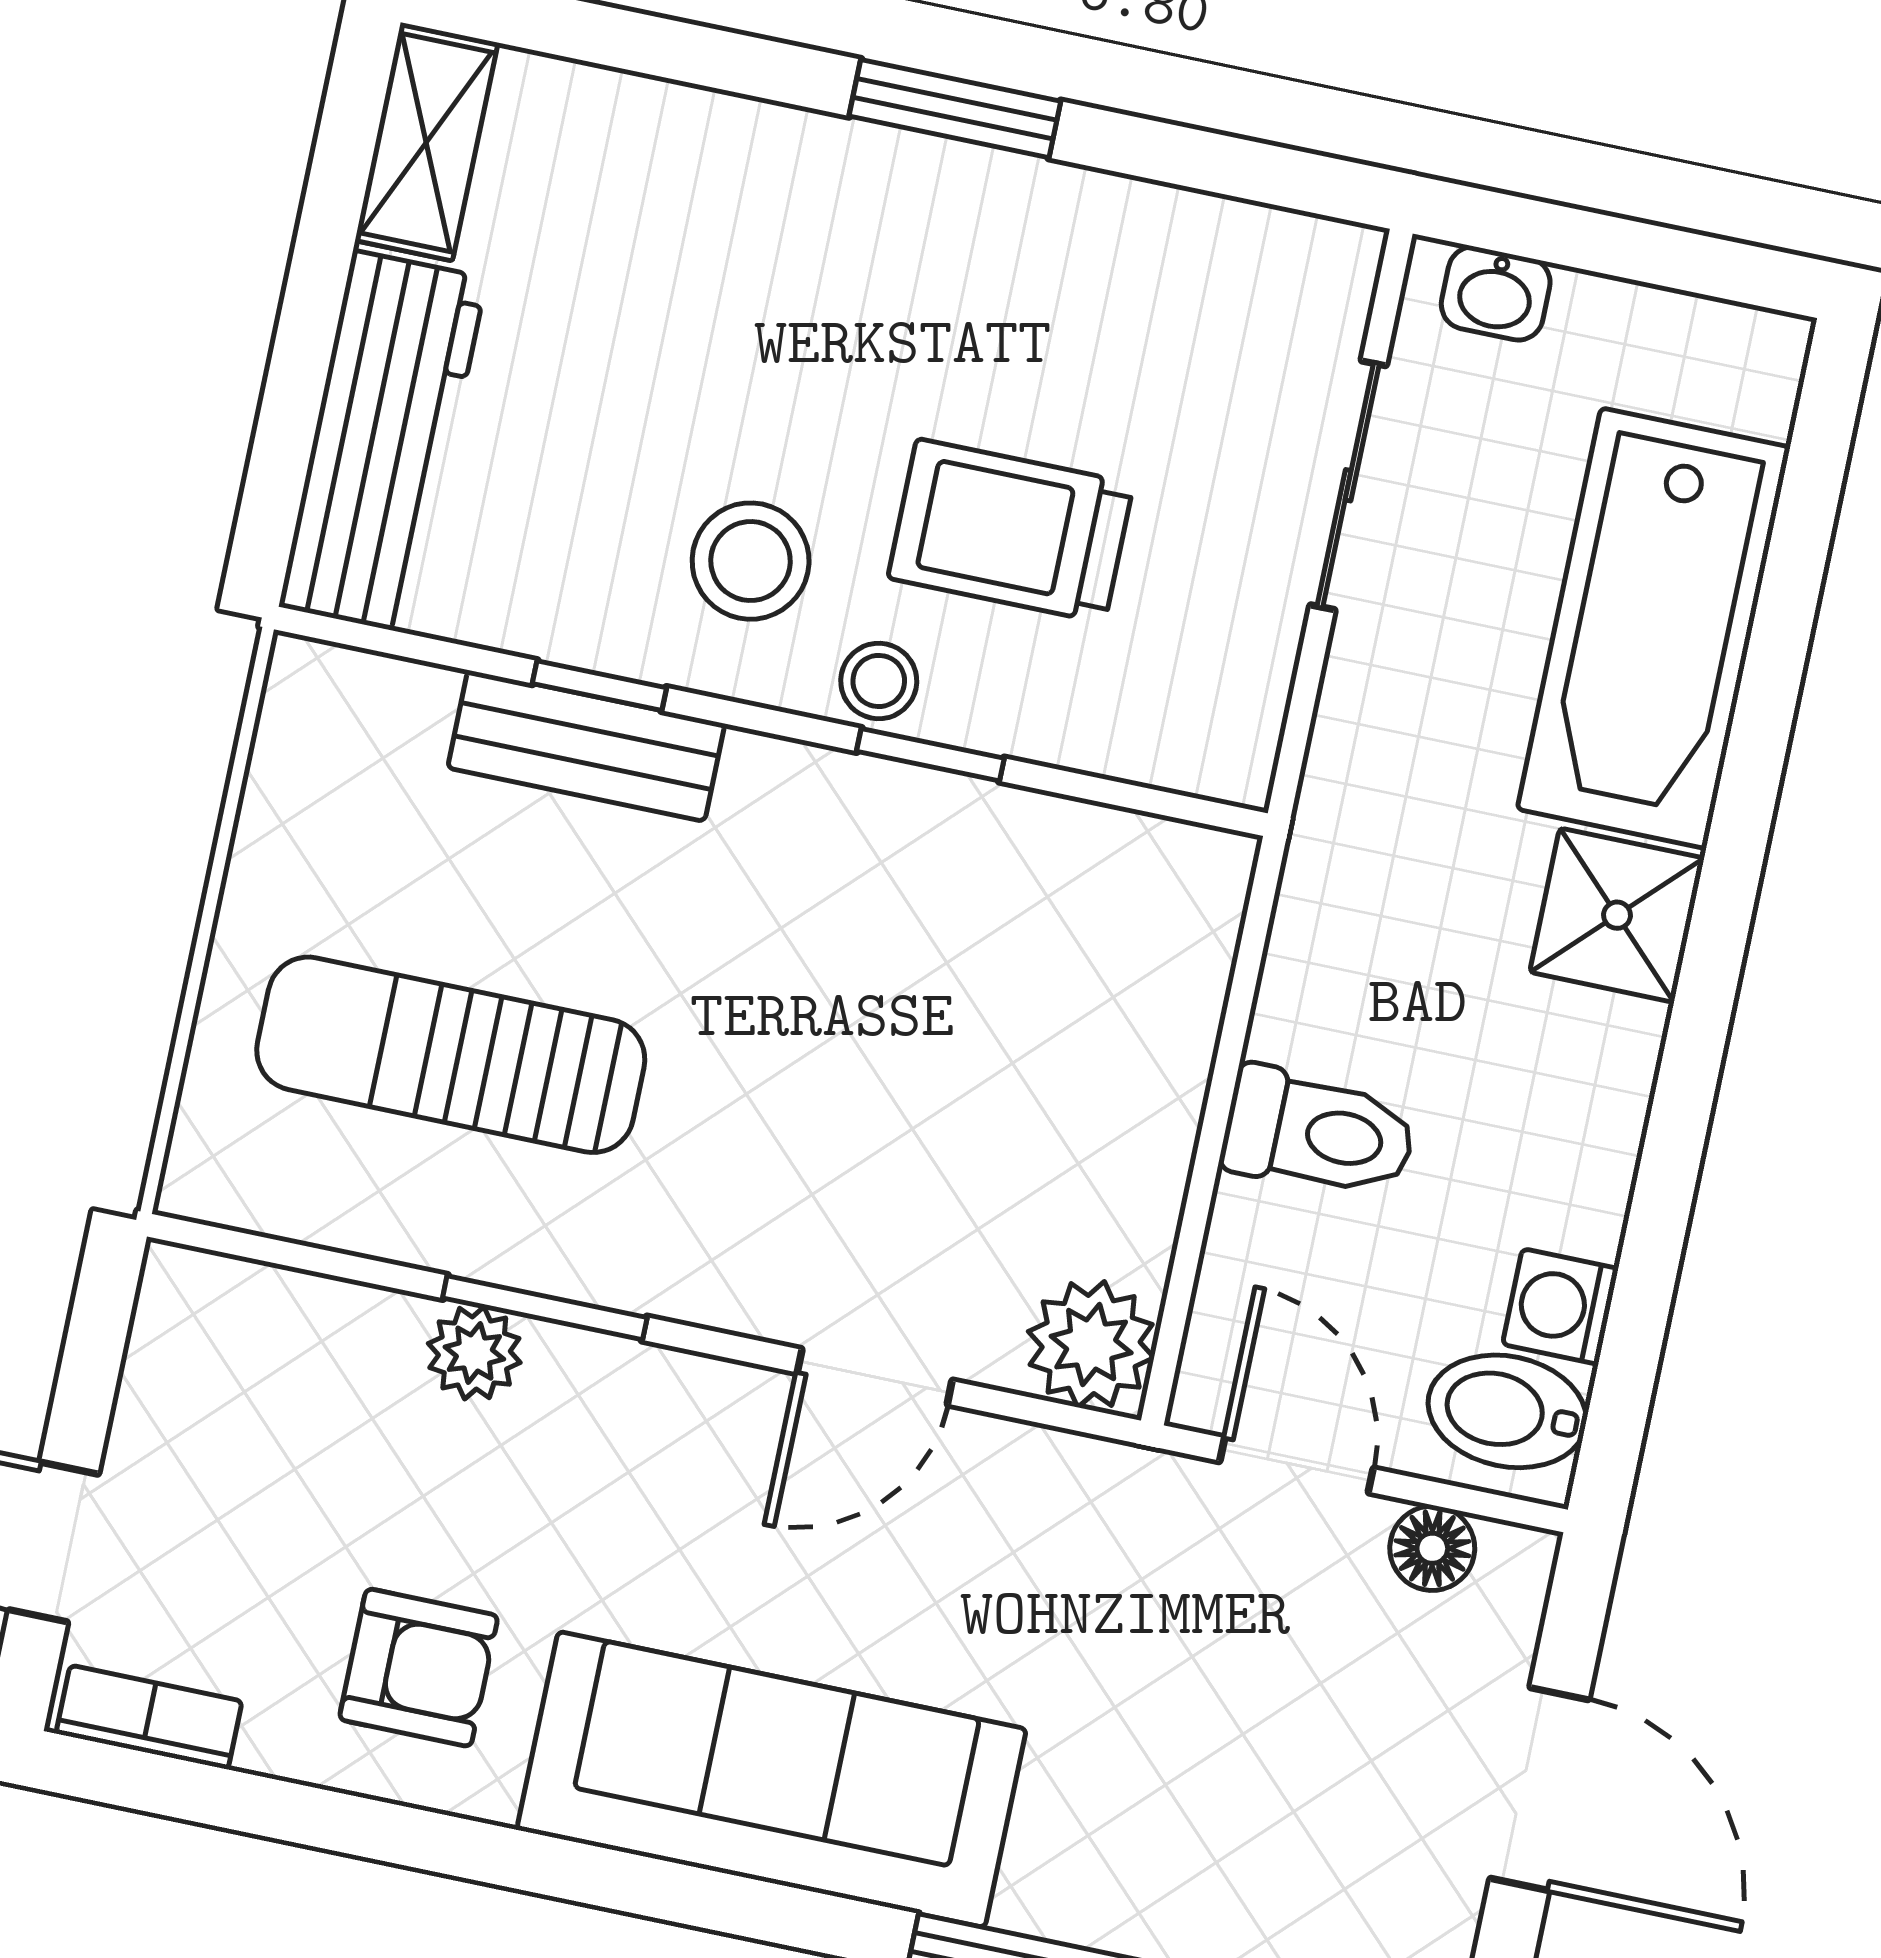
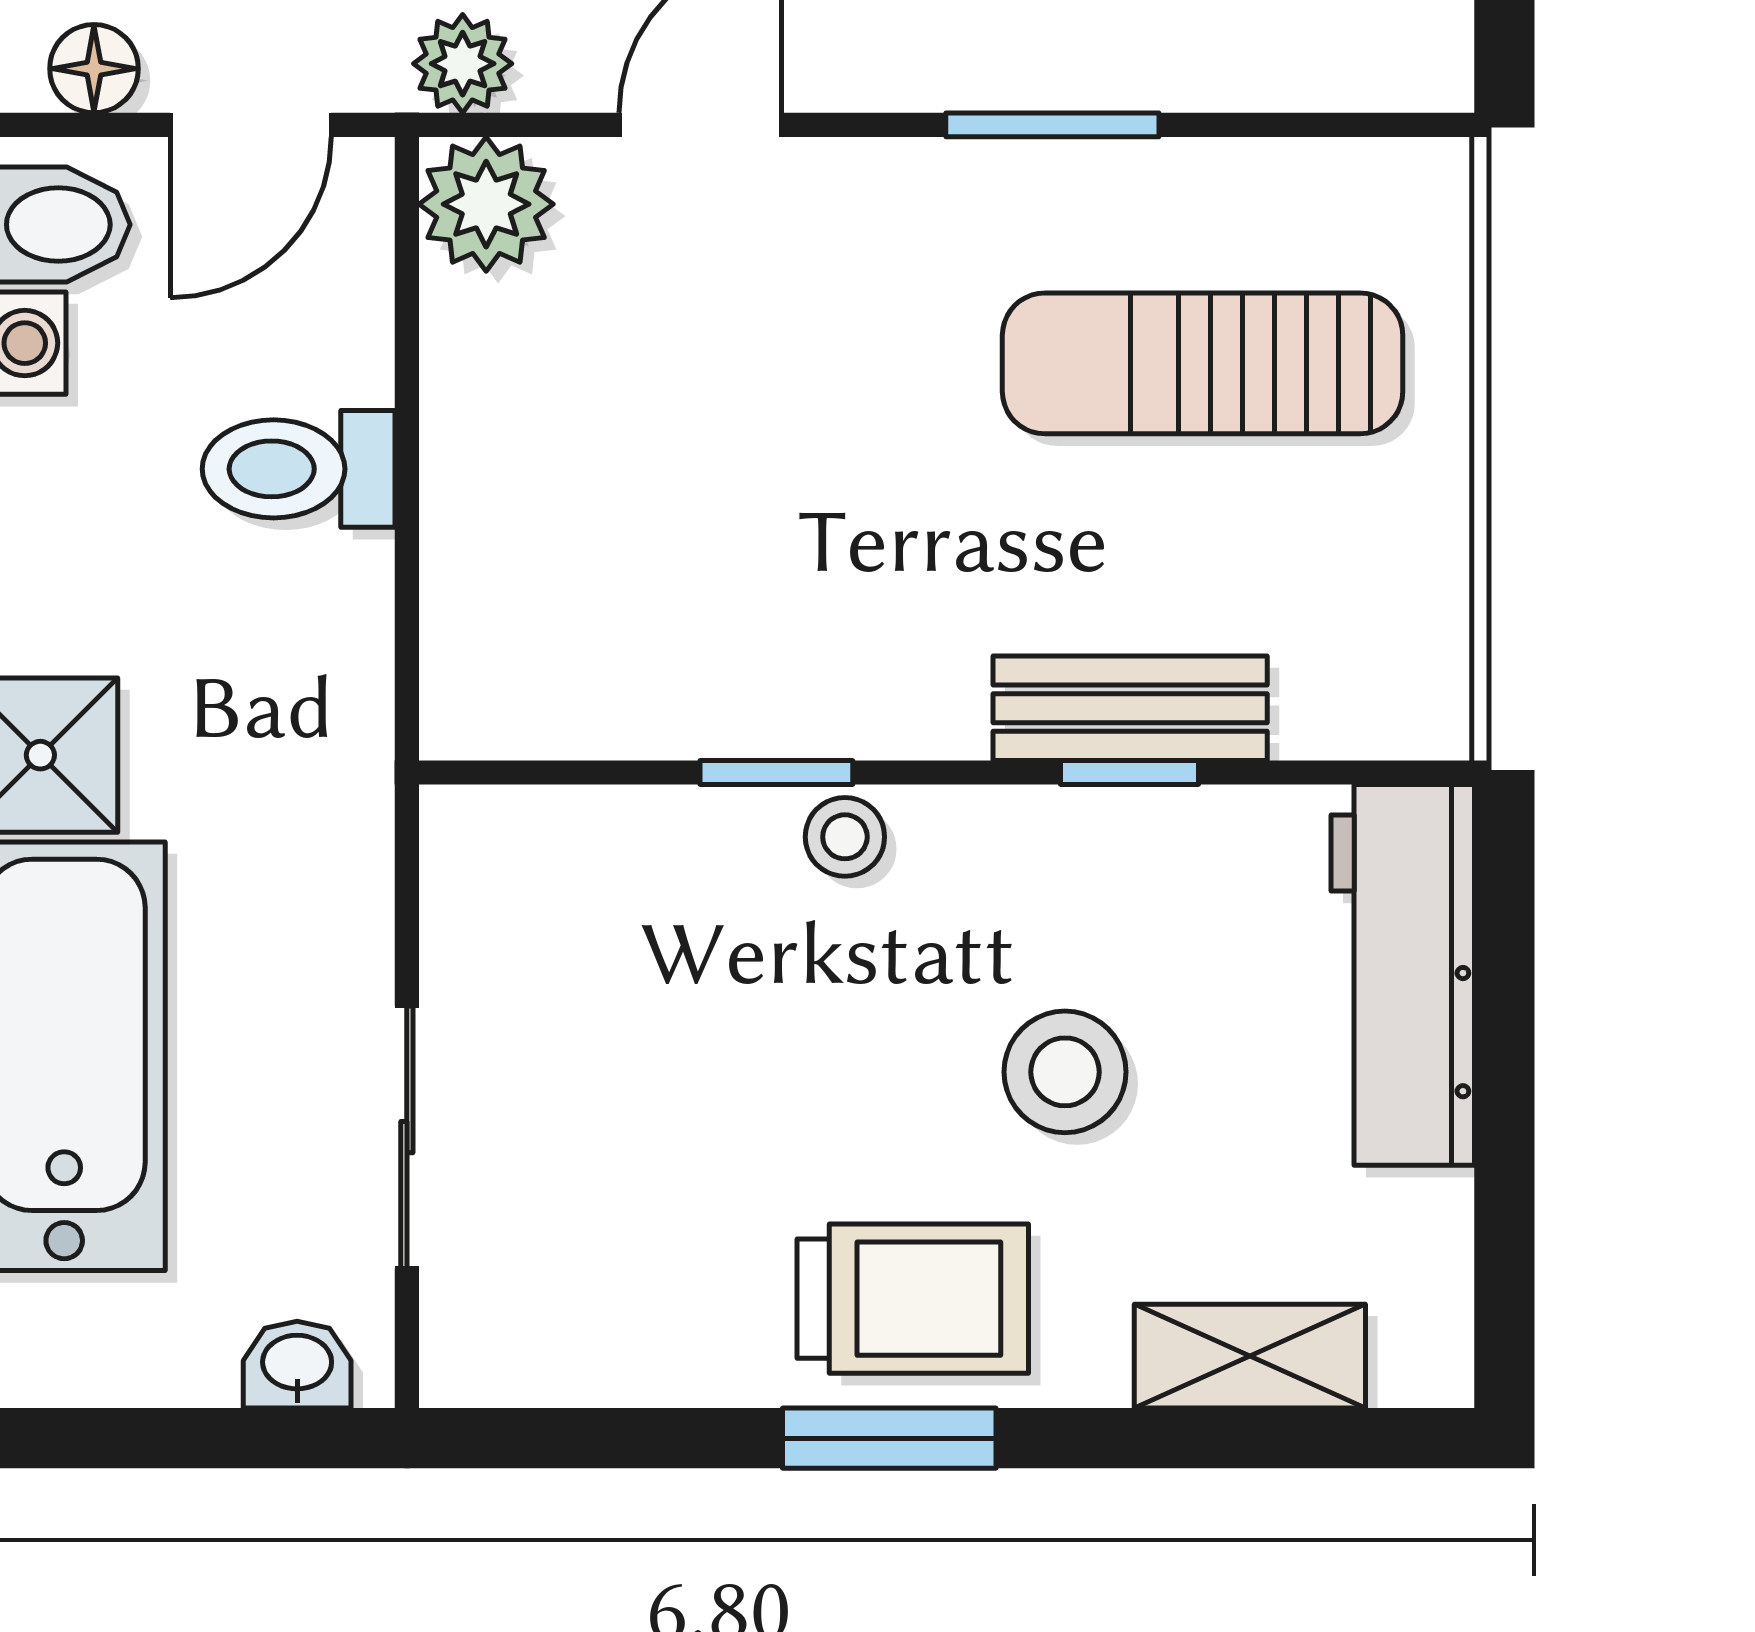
shelving: (426, 143) -> (1250, 1356), moved, turned 90
trolley: (1011, 531) -> (913, 1299), moved
stool: (751, 561) -> (1065, 1072), moved
sun lounger: (451, 1055) -> (1203, 363), turned 180
plant: (474, 1353) -> (463, 64), moved
door: (1296, 1465) -> (251, 125), hinge flipped

